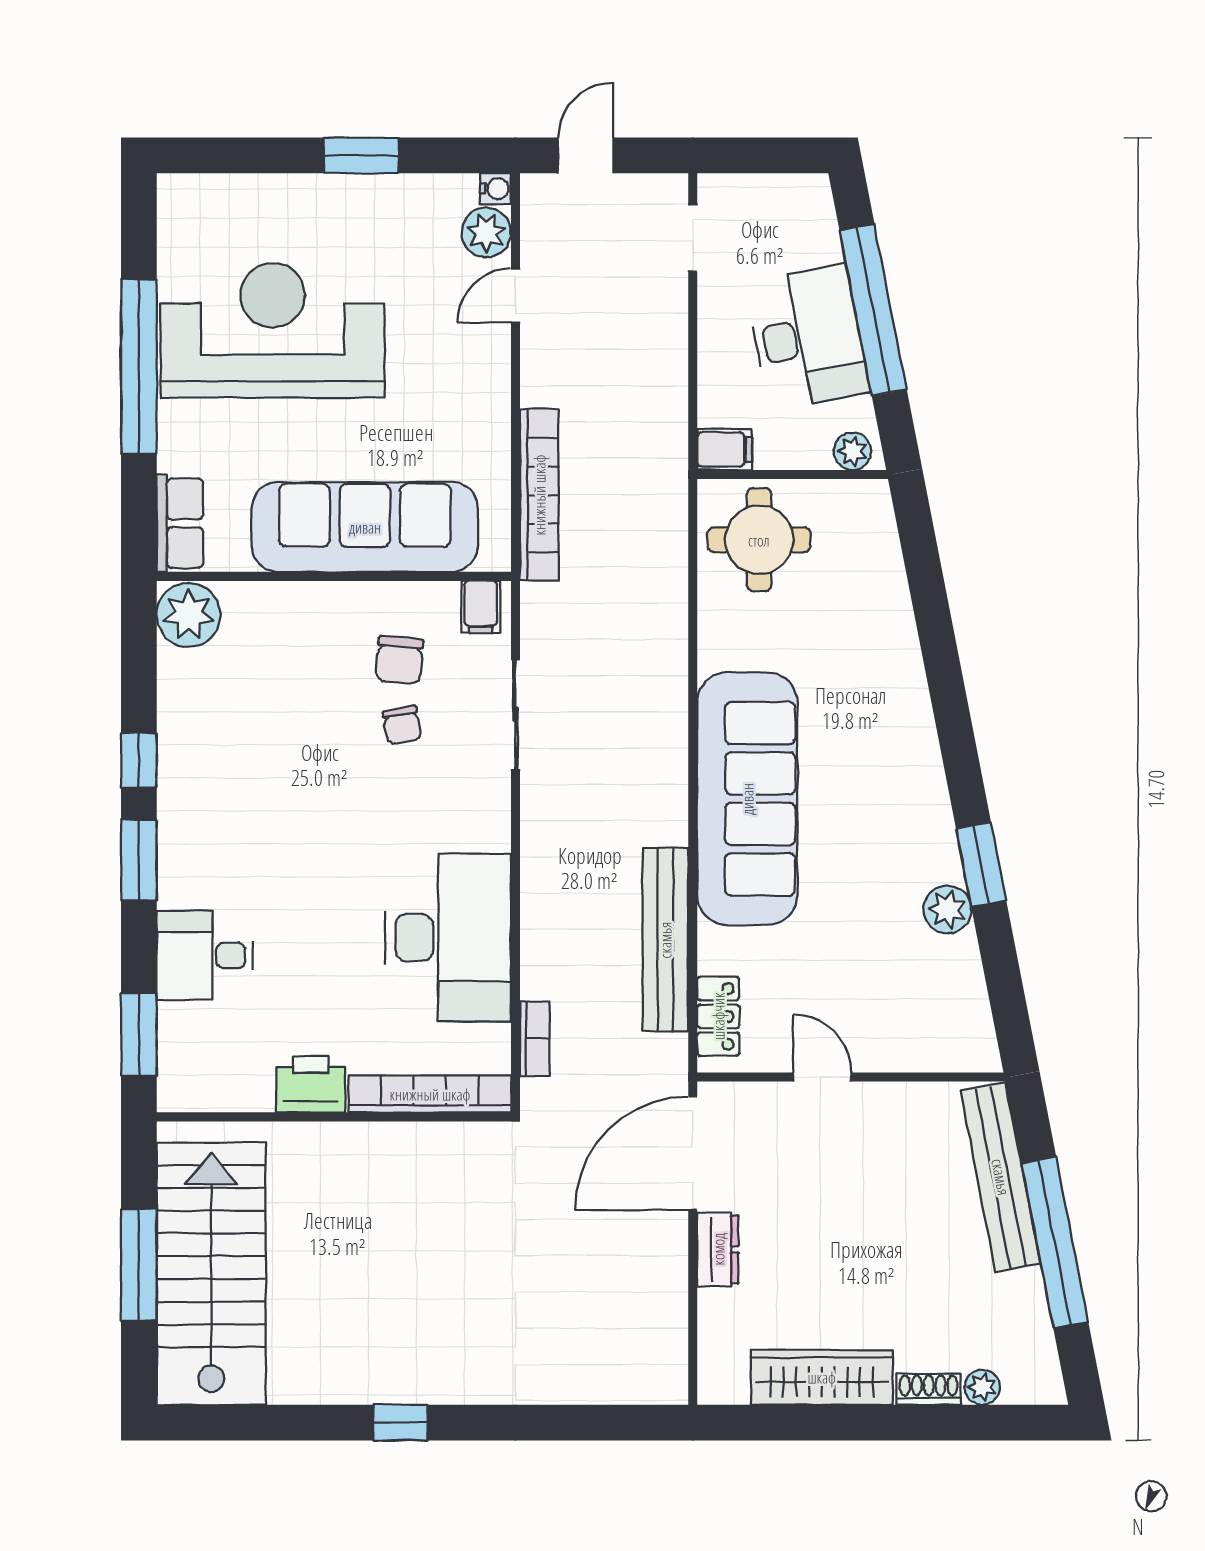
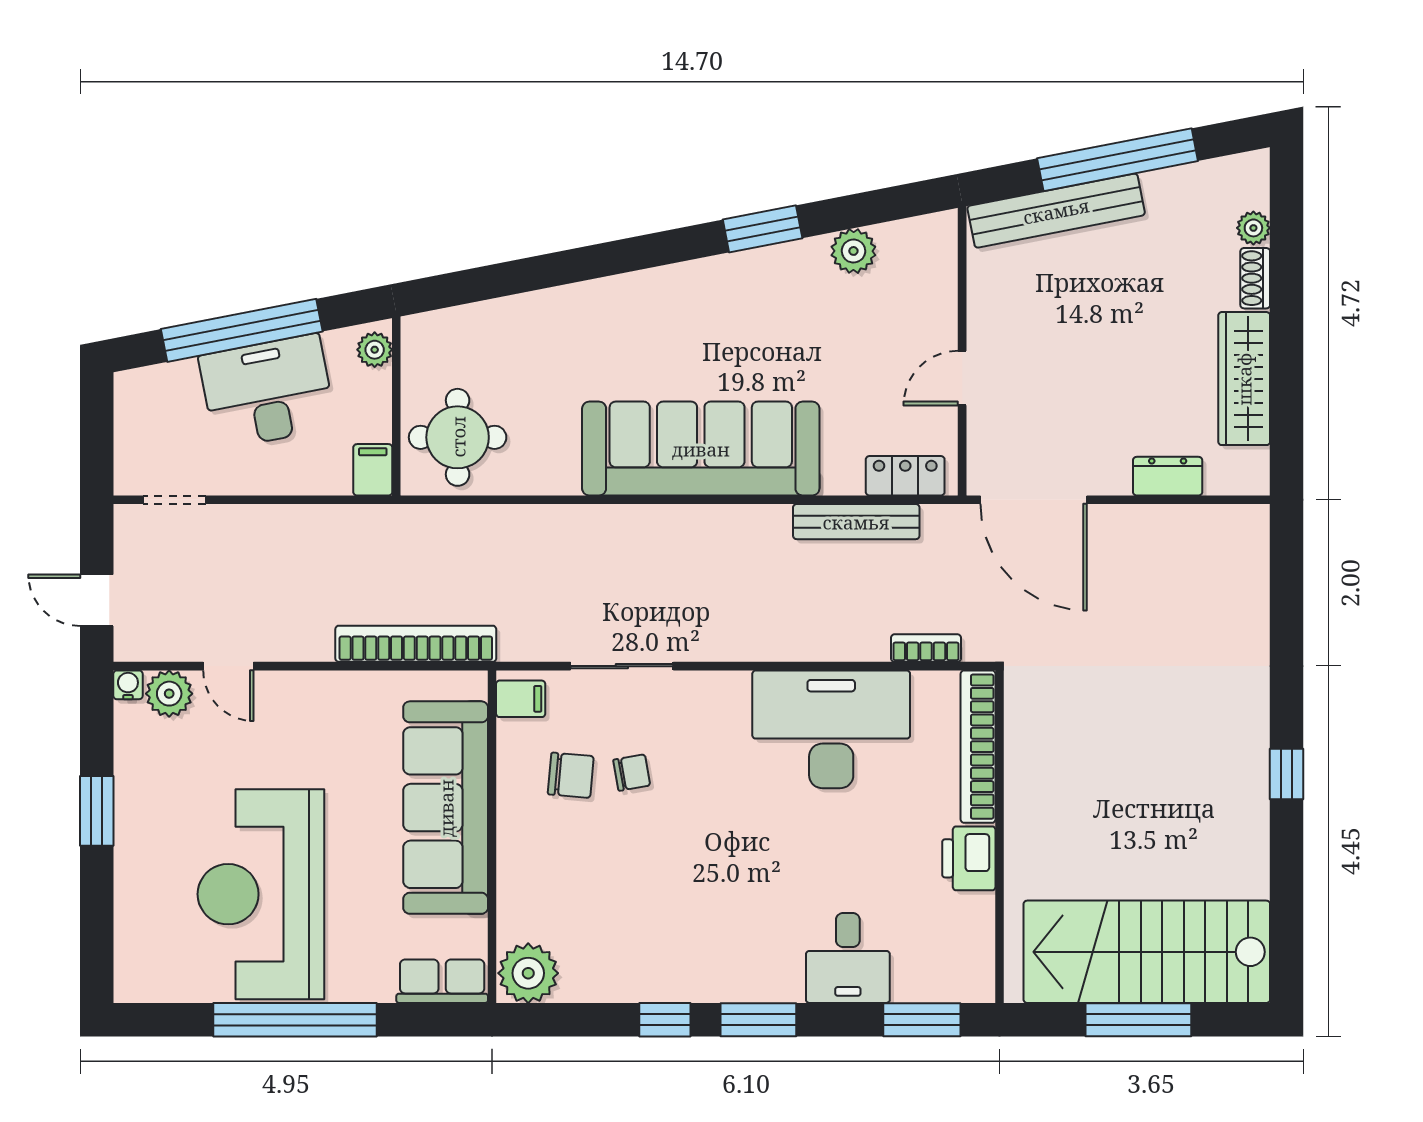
plant: (947, 909) -> (853, 251), moved
bench: (665, 940) -> (856, 522), width x0.73, depth x0.82
dresser: (718, 1249) -> (1168, 476), moved

